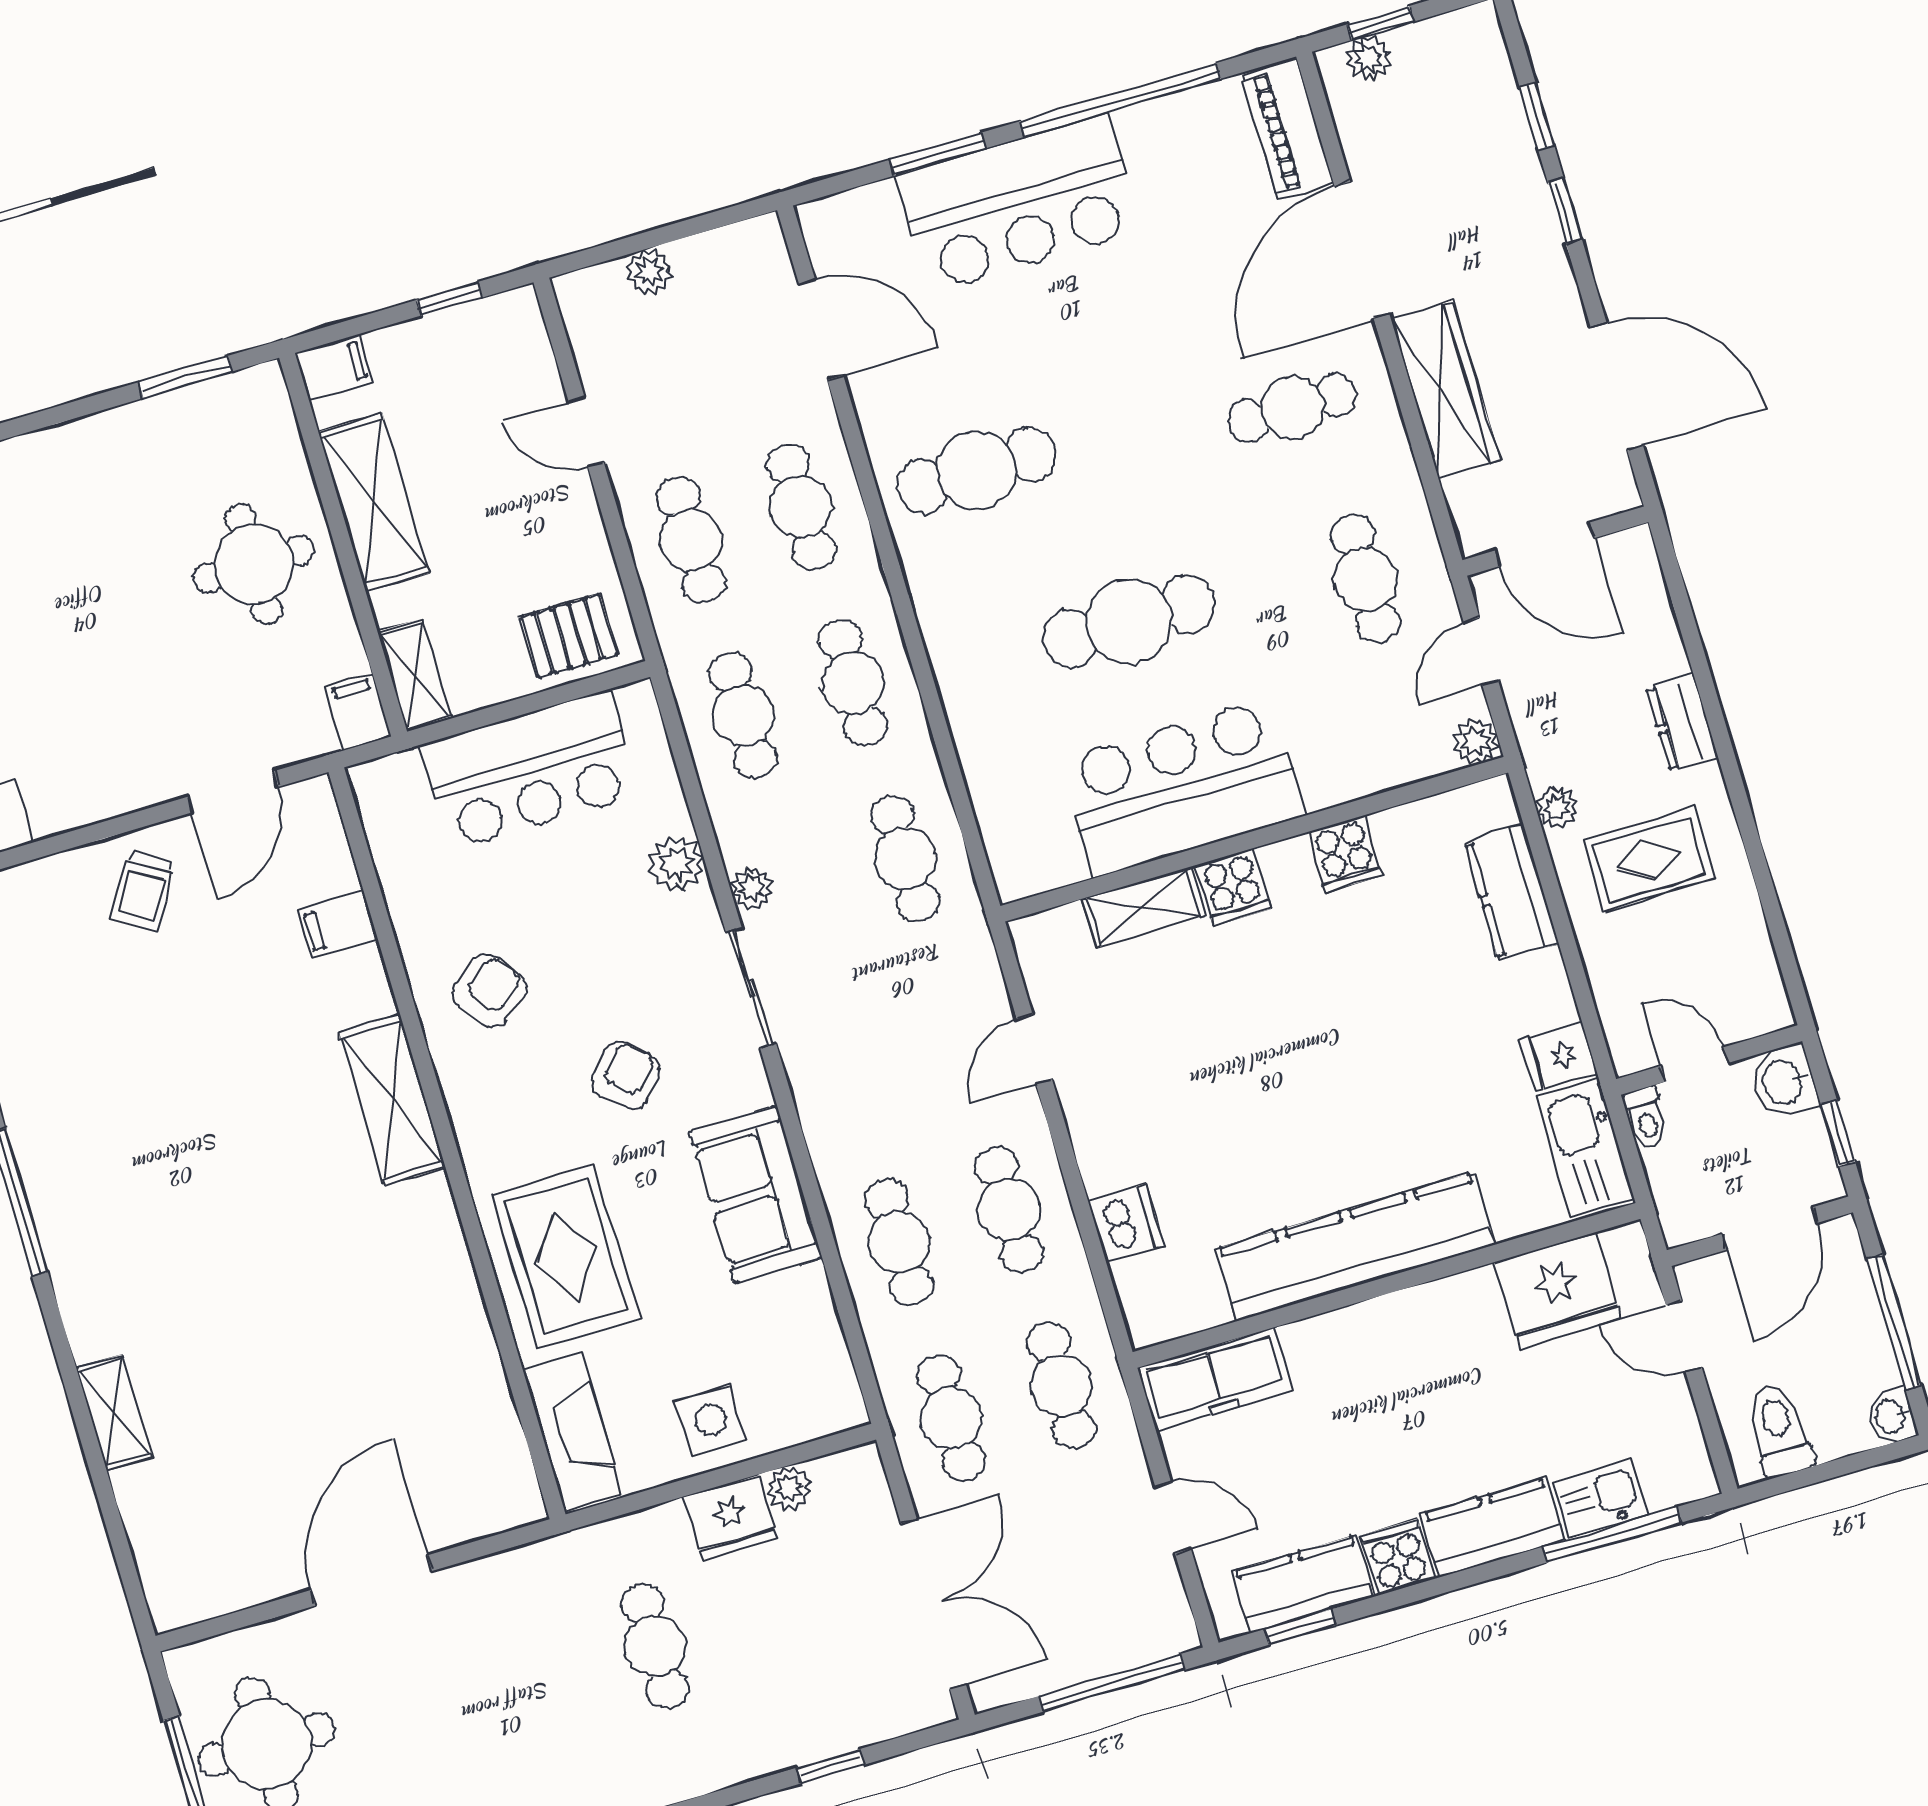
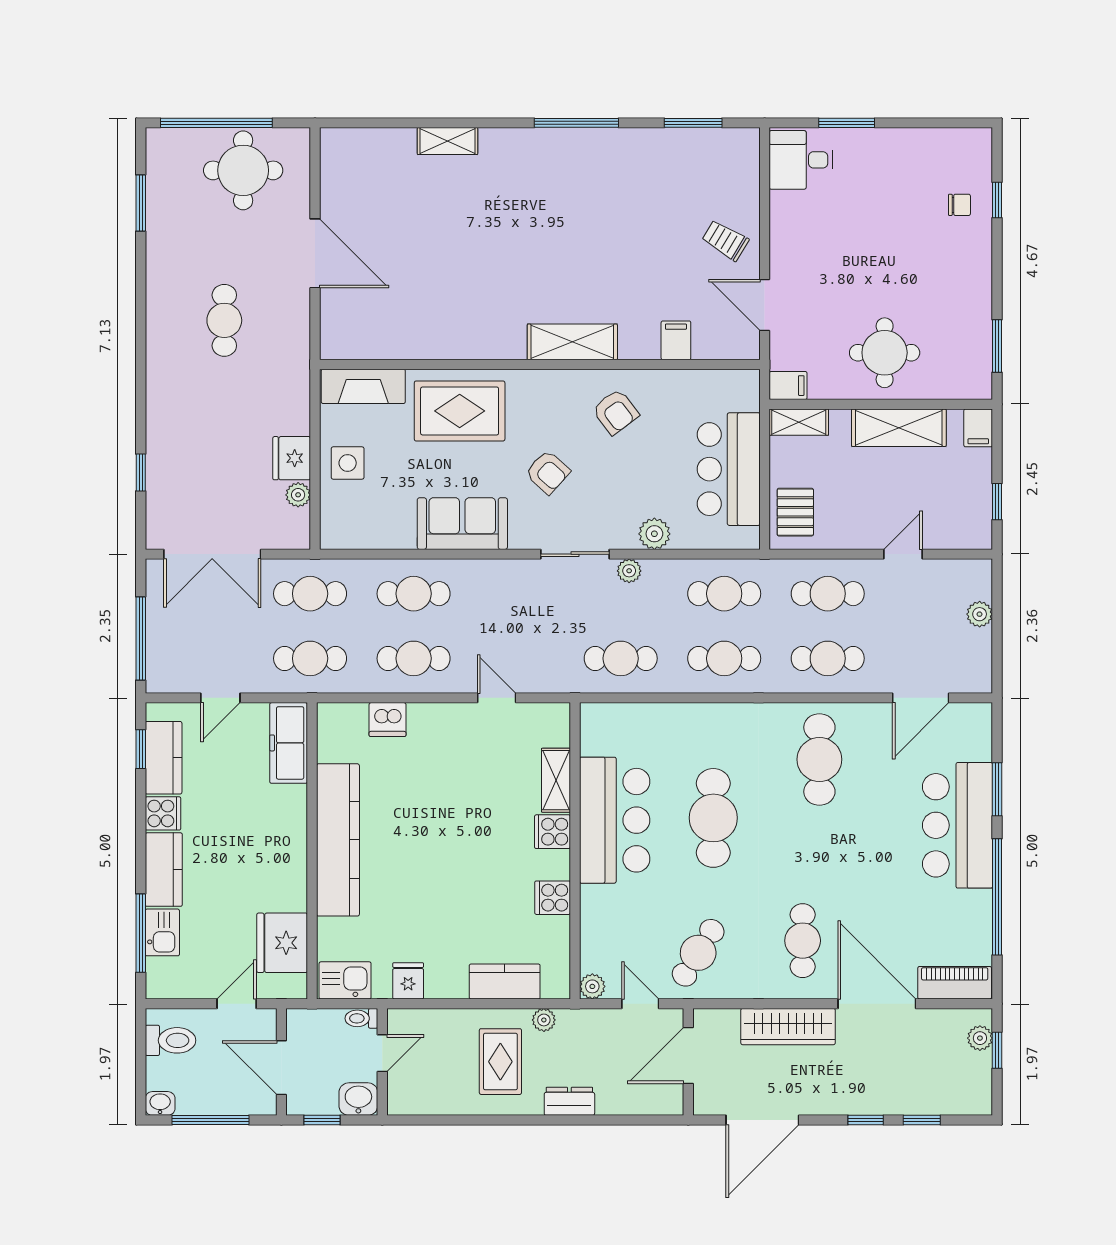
cafe table: (1365, 579) -> (698, 953), turned -58
kitchen sink: (1585, 1148) -> (345, 980), width x0.73
cafe table: (655, 1646) -> (224, 320), moved, turned 90

